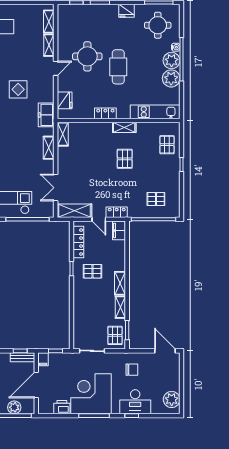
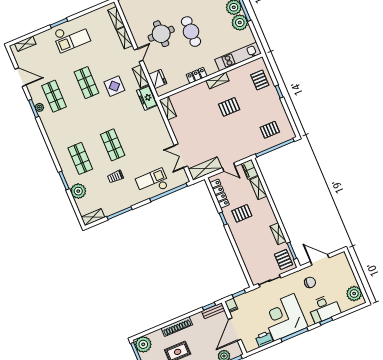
shelving: (49, 148) -> (141, 76), moved
pallet: (125, 159) -> (229, 107), turned 90
locker: (117, 212) -> (241, 155), removed
shelving: (120, 283) -> (258, 188), moved
door: (165, 351) -> (320, 260), moved

